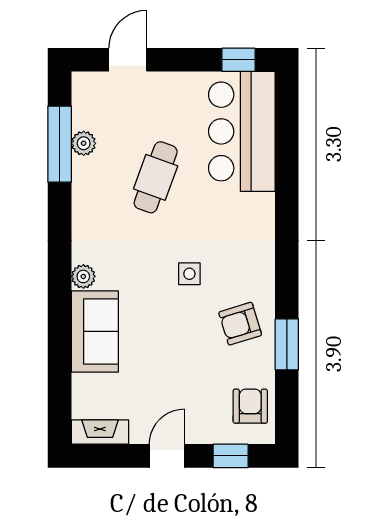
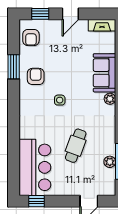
armchair: (240, 324) -> (36, 76), turned -73

